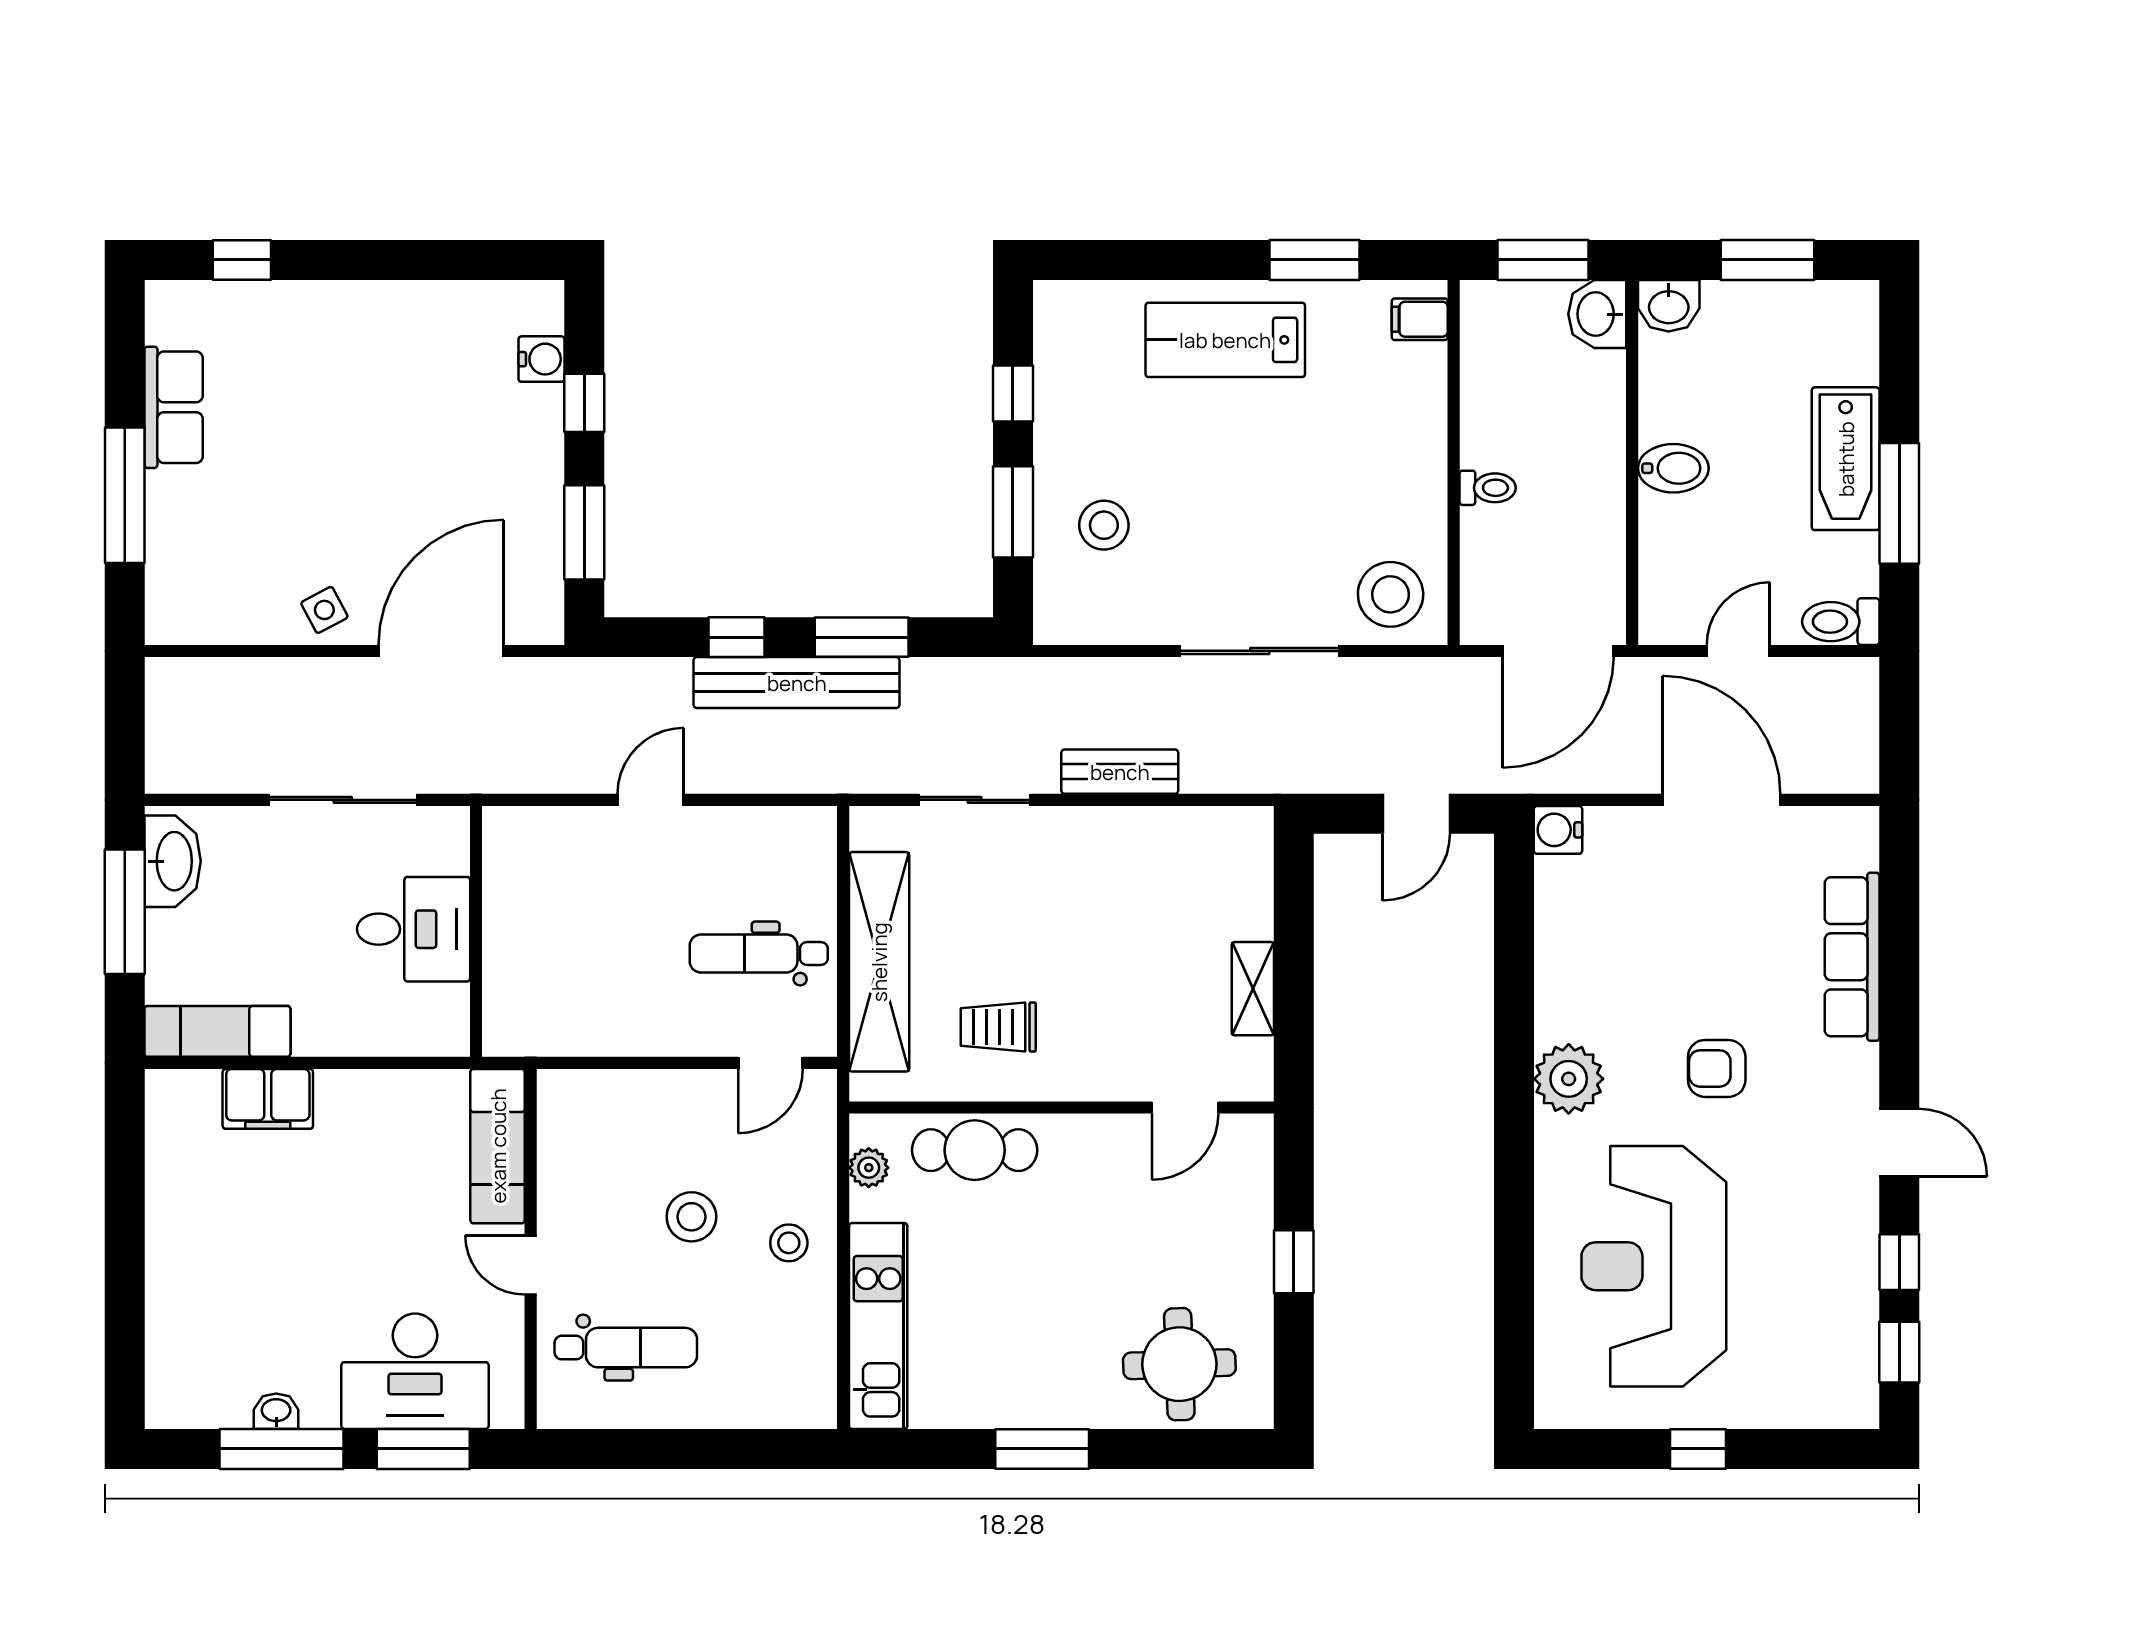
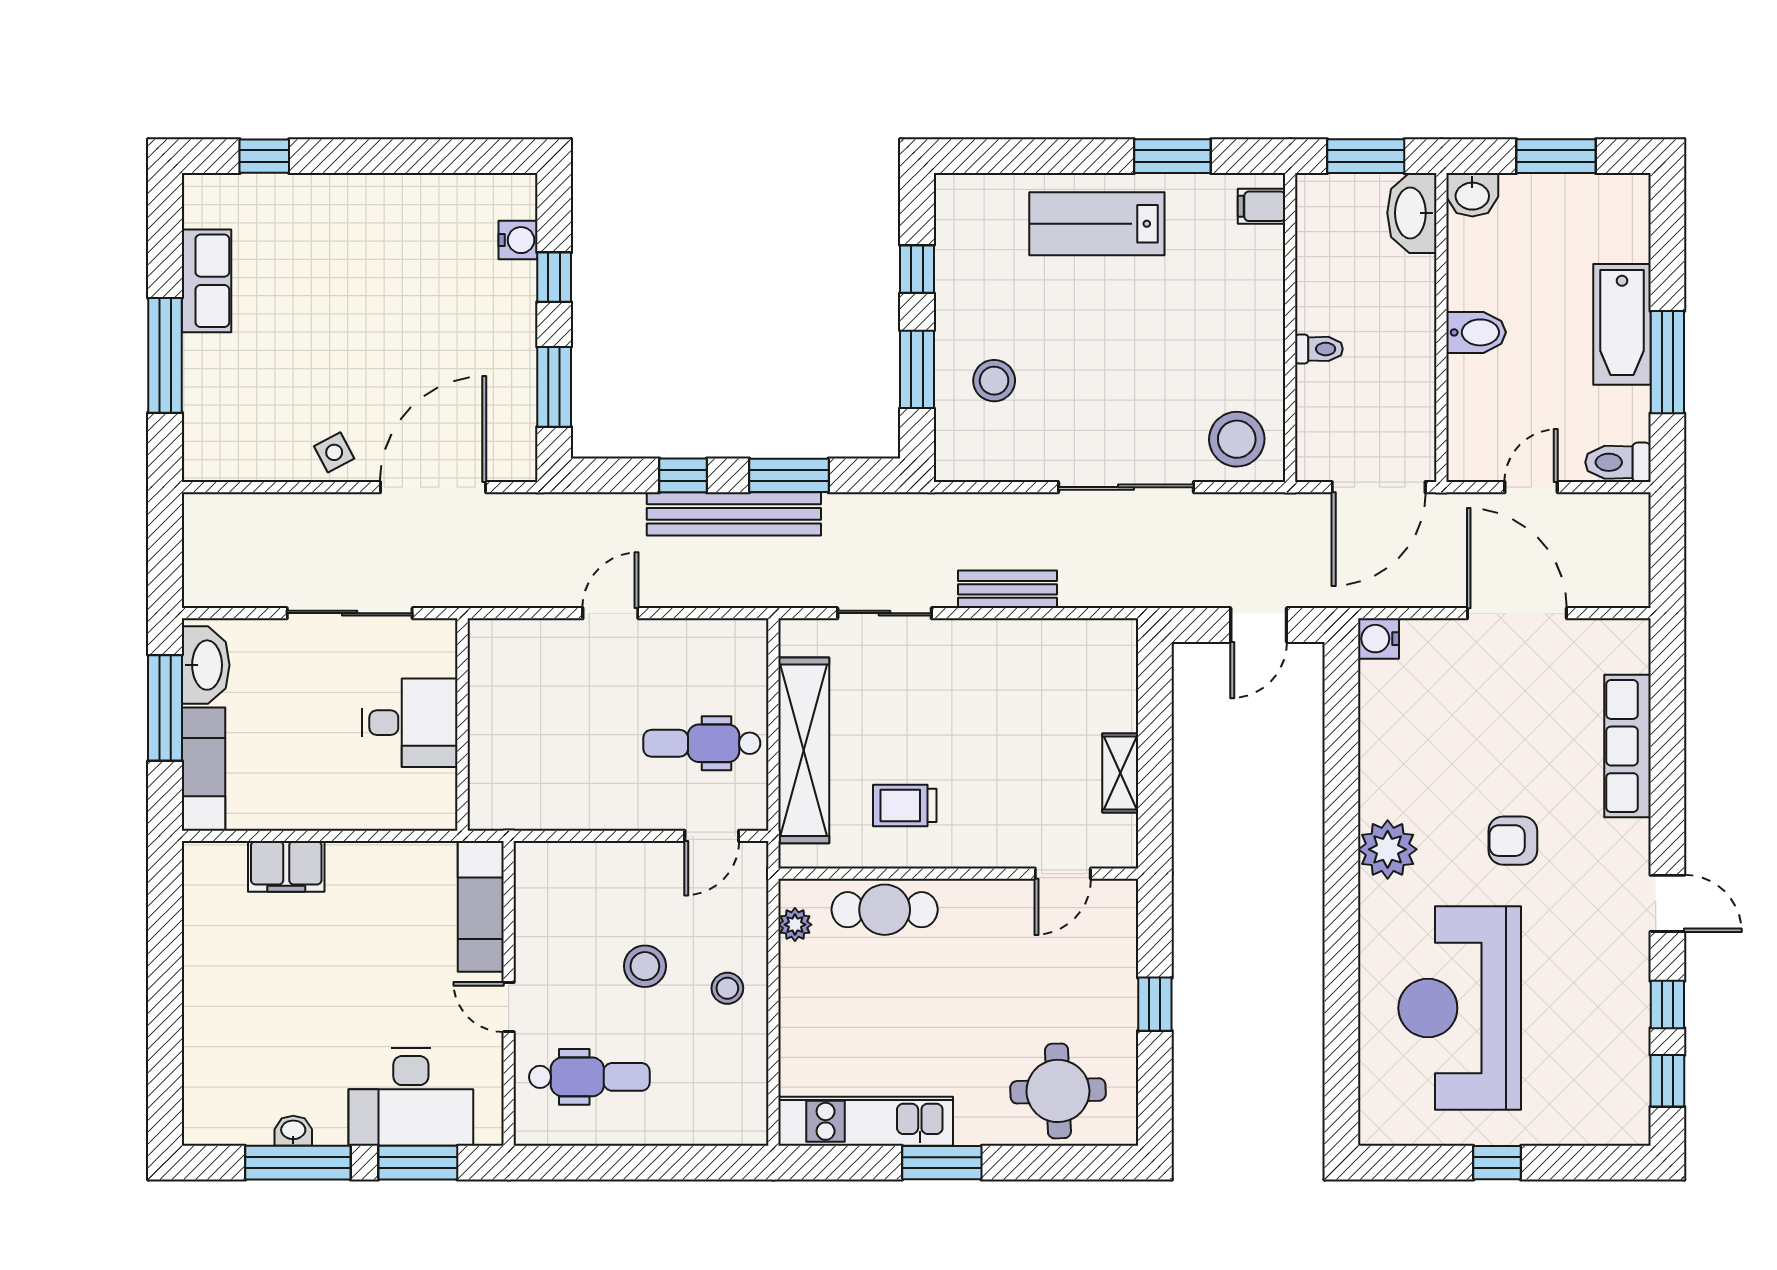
washbasin: (1597, 314) -> (1412, 213), width x1.38
exam couch: (217, 1031) -> (203, 769), moved, turned 90
kitchen unit: (878, 1326) -> (866, 1121), moved, turned -90

